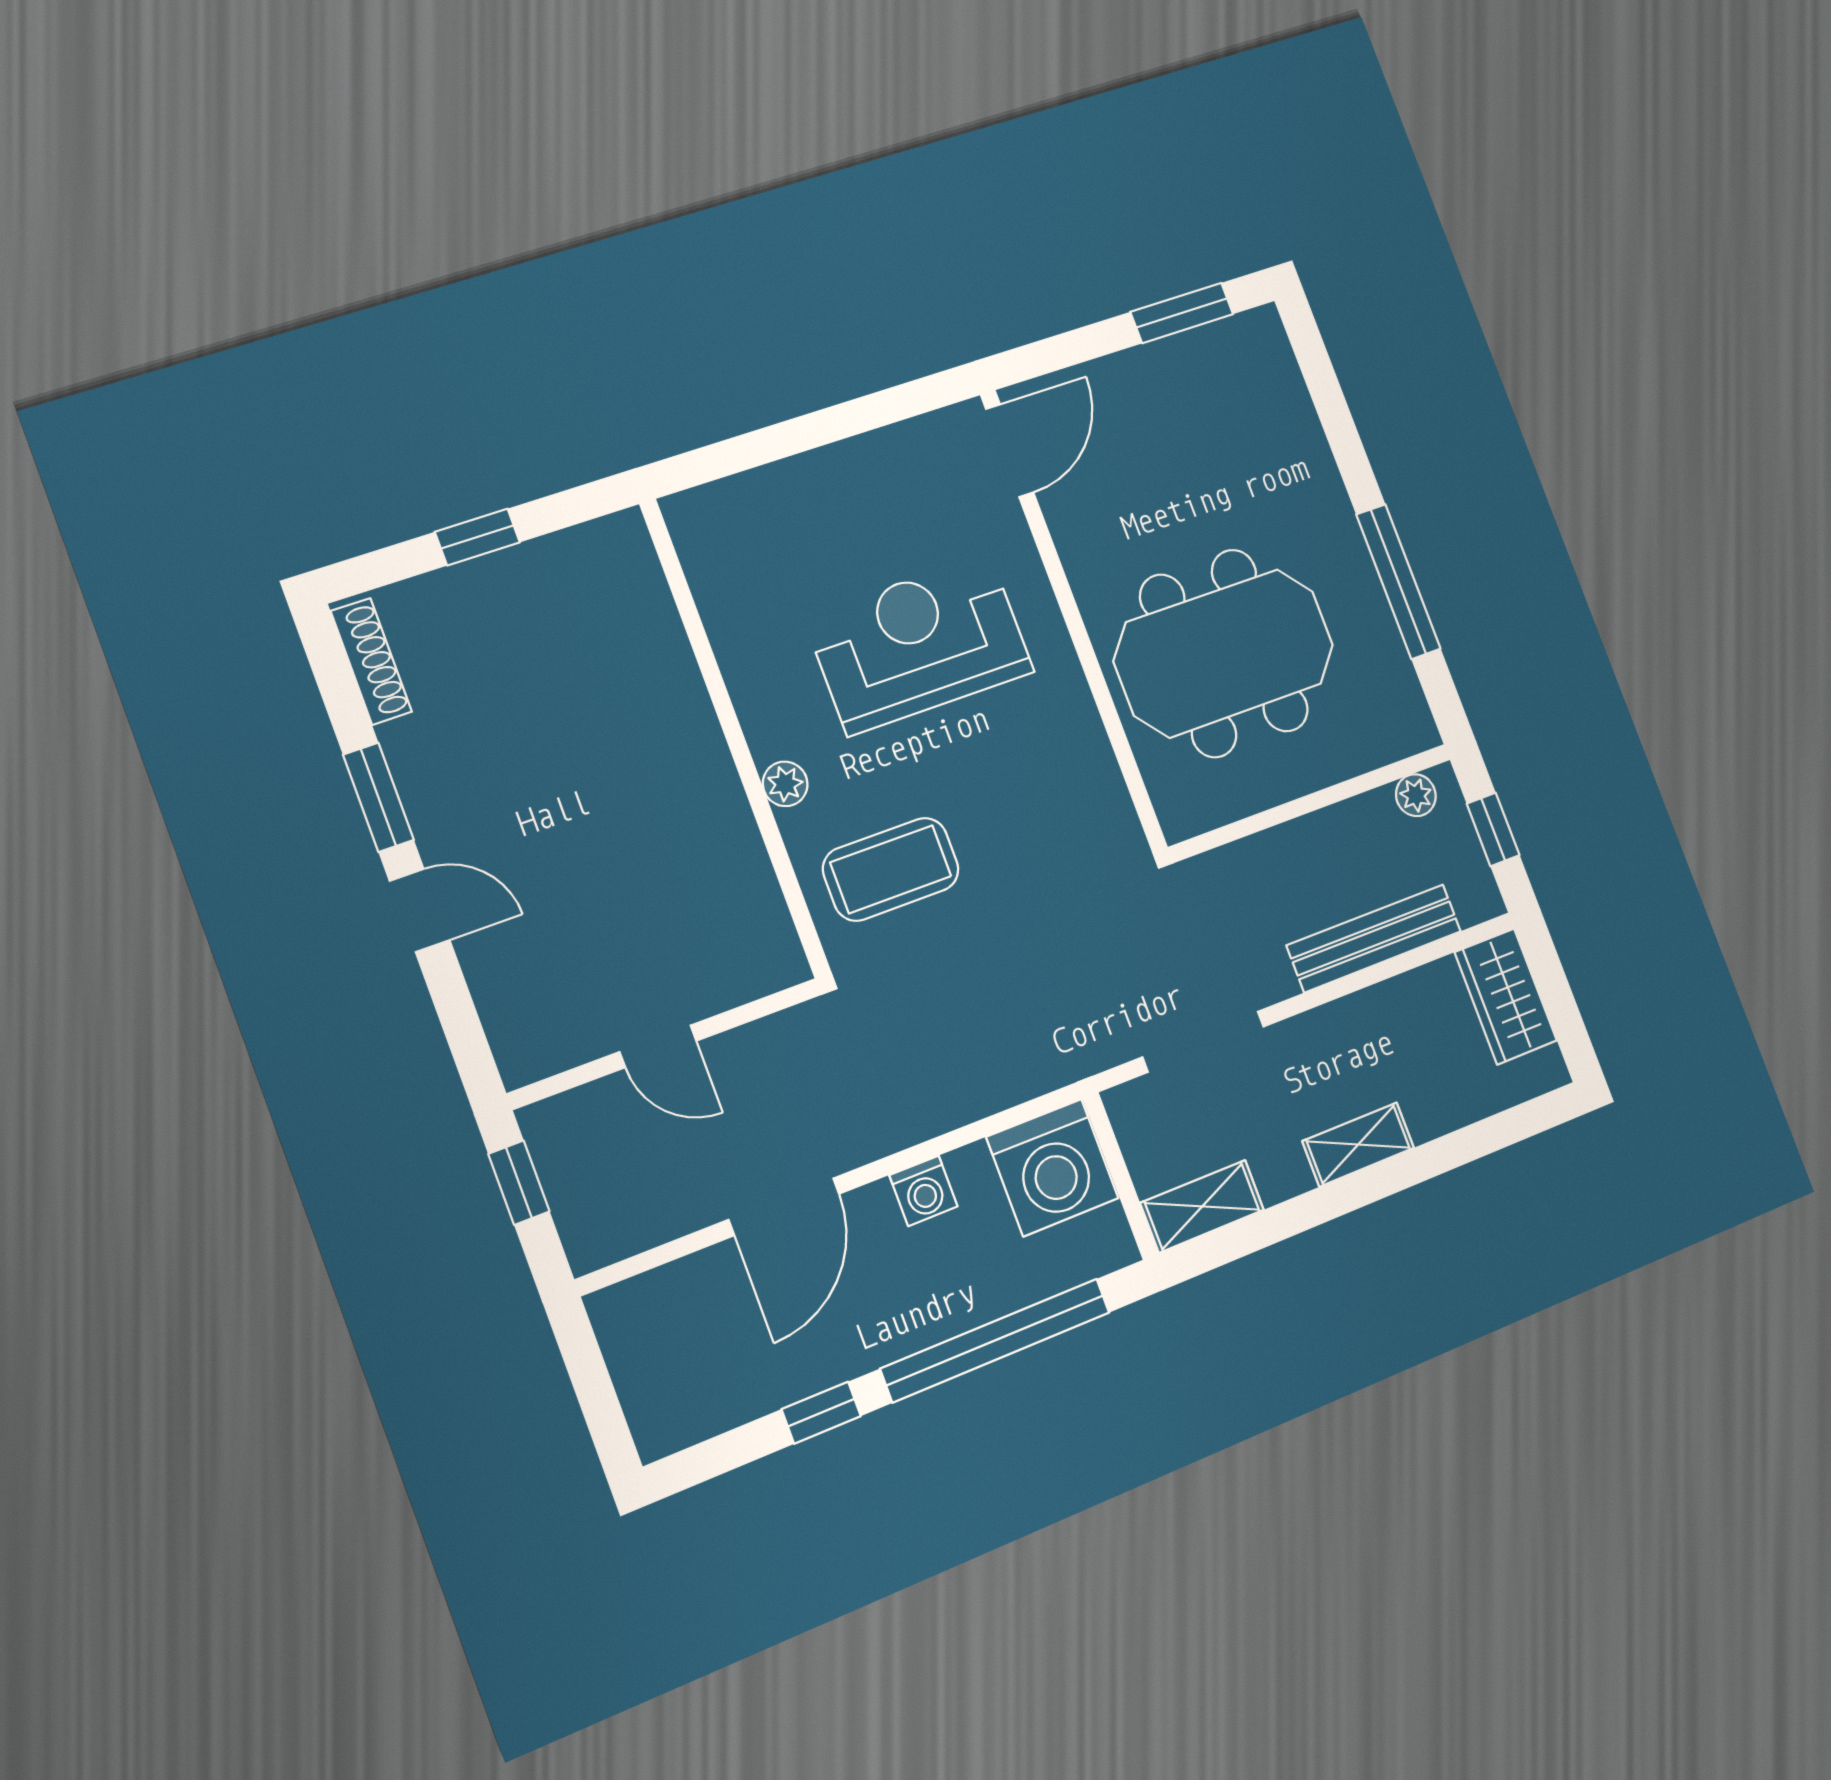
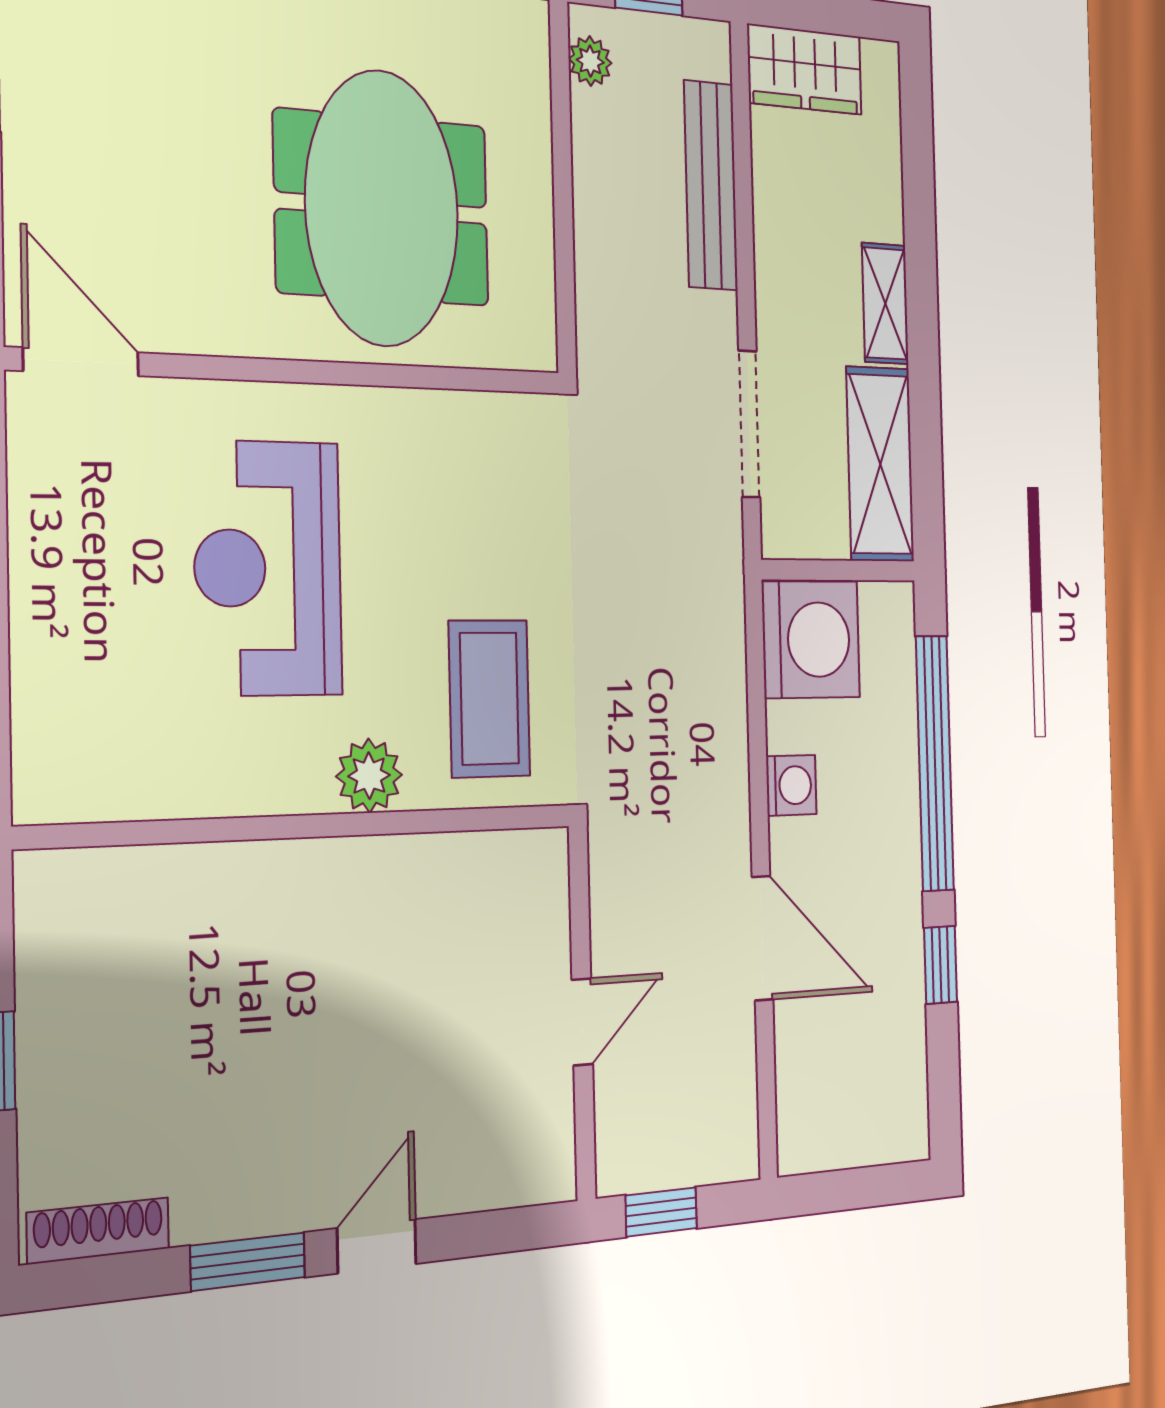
plant: (785, 784) -> (369, 776), width x1.38, depth x1.38
shelving: (1202, 1206) -> (880, 464), width x1.50, depth x1.33

